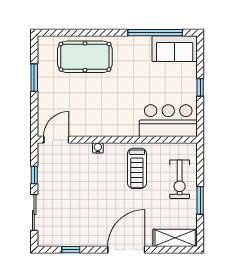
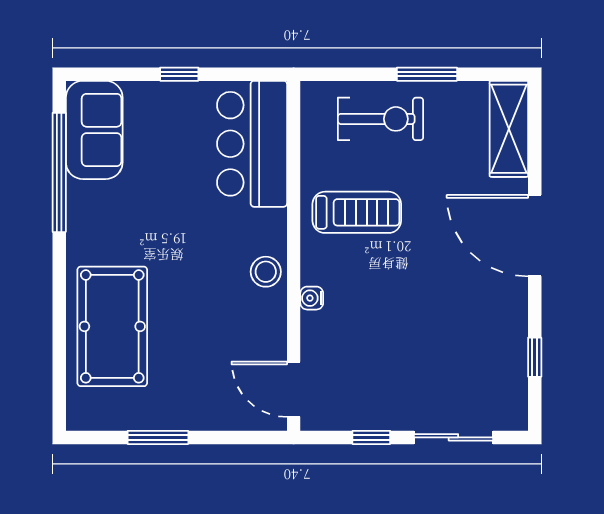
stool: (110, 127) -> (266, 272), added

